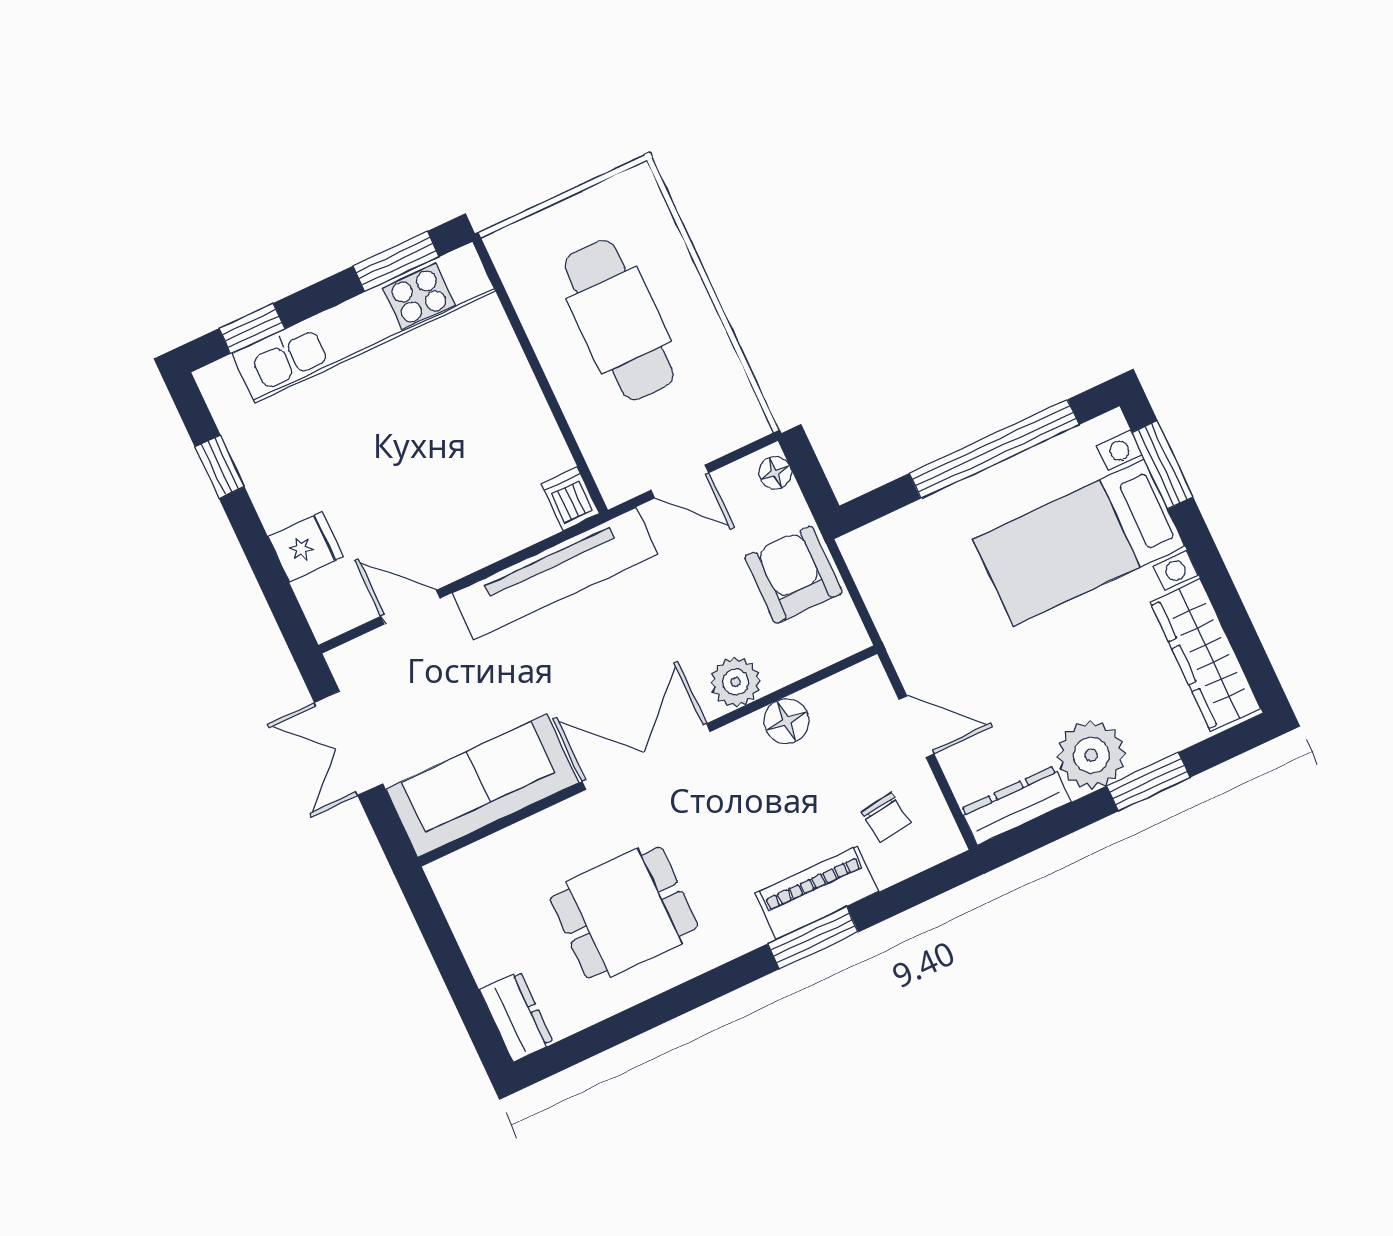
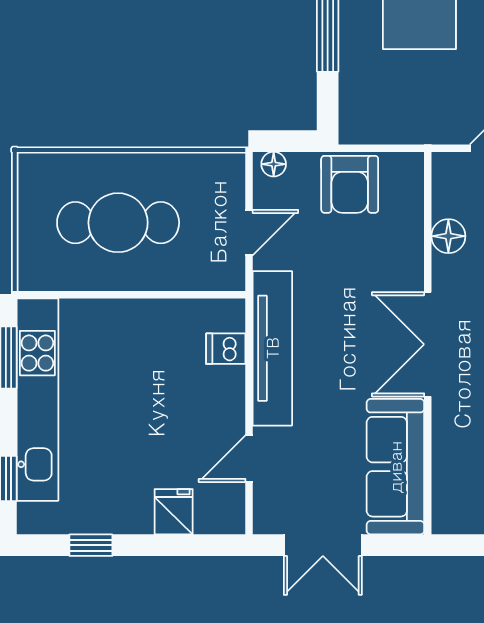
dishwasher: (570, 499) -> (226, 349), moved
armchair: (793, 575) -> (350, 184), turned -90
plant: (736, 682) -> (405, 259), removed

